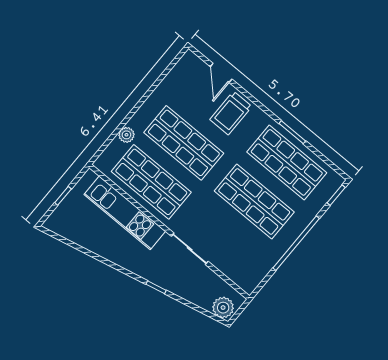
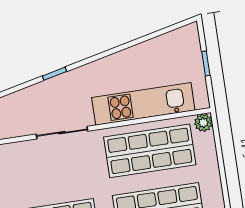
plant: (126, 135) -> (203, 123), moved

